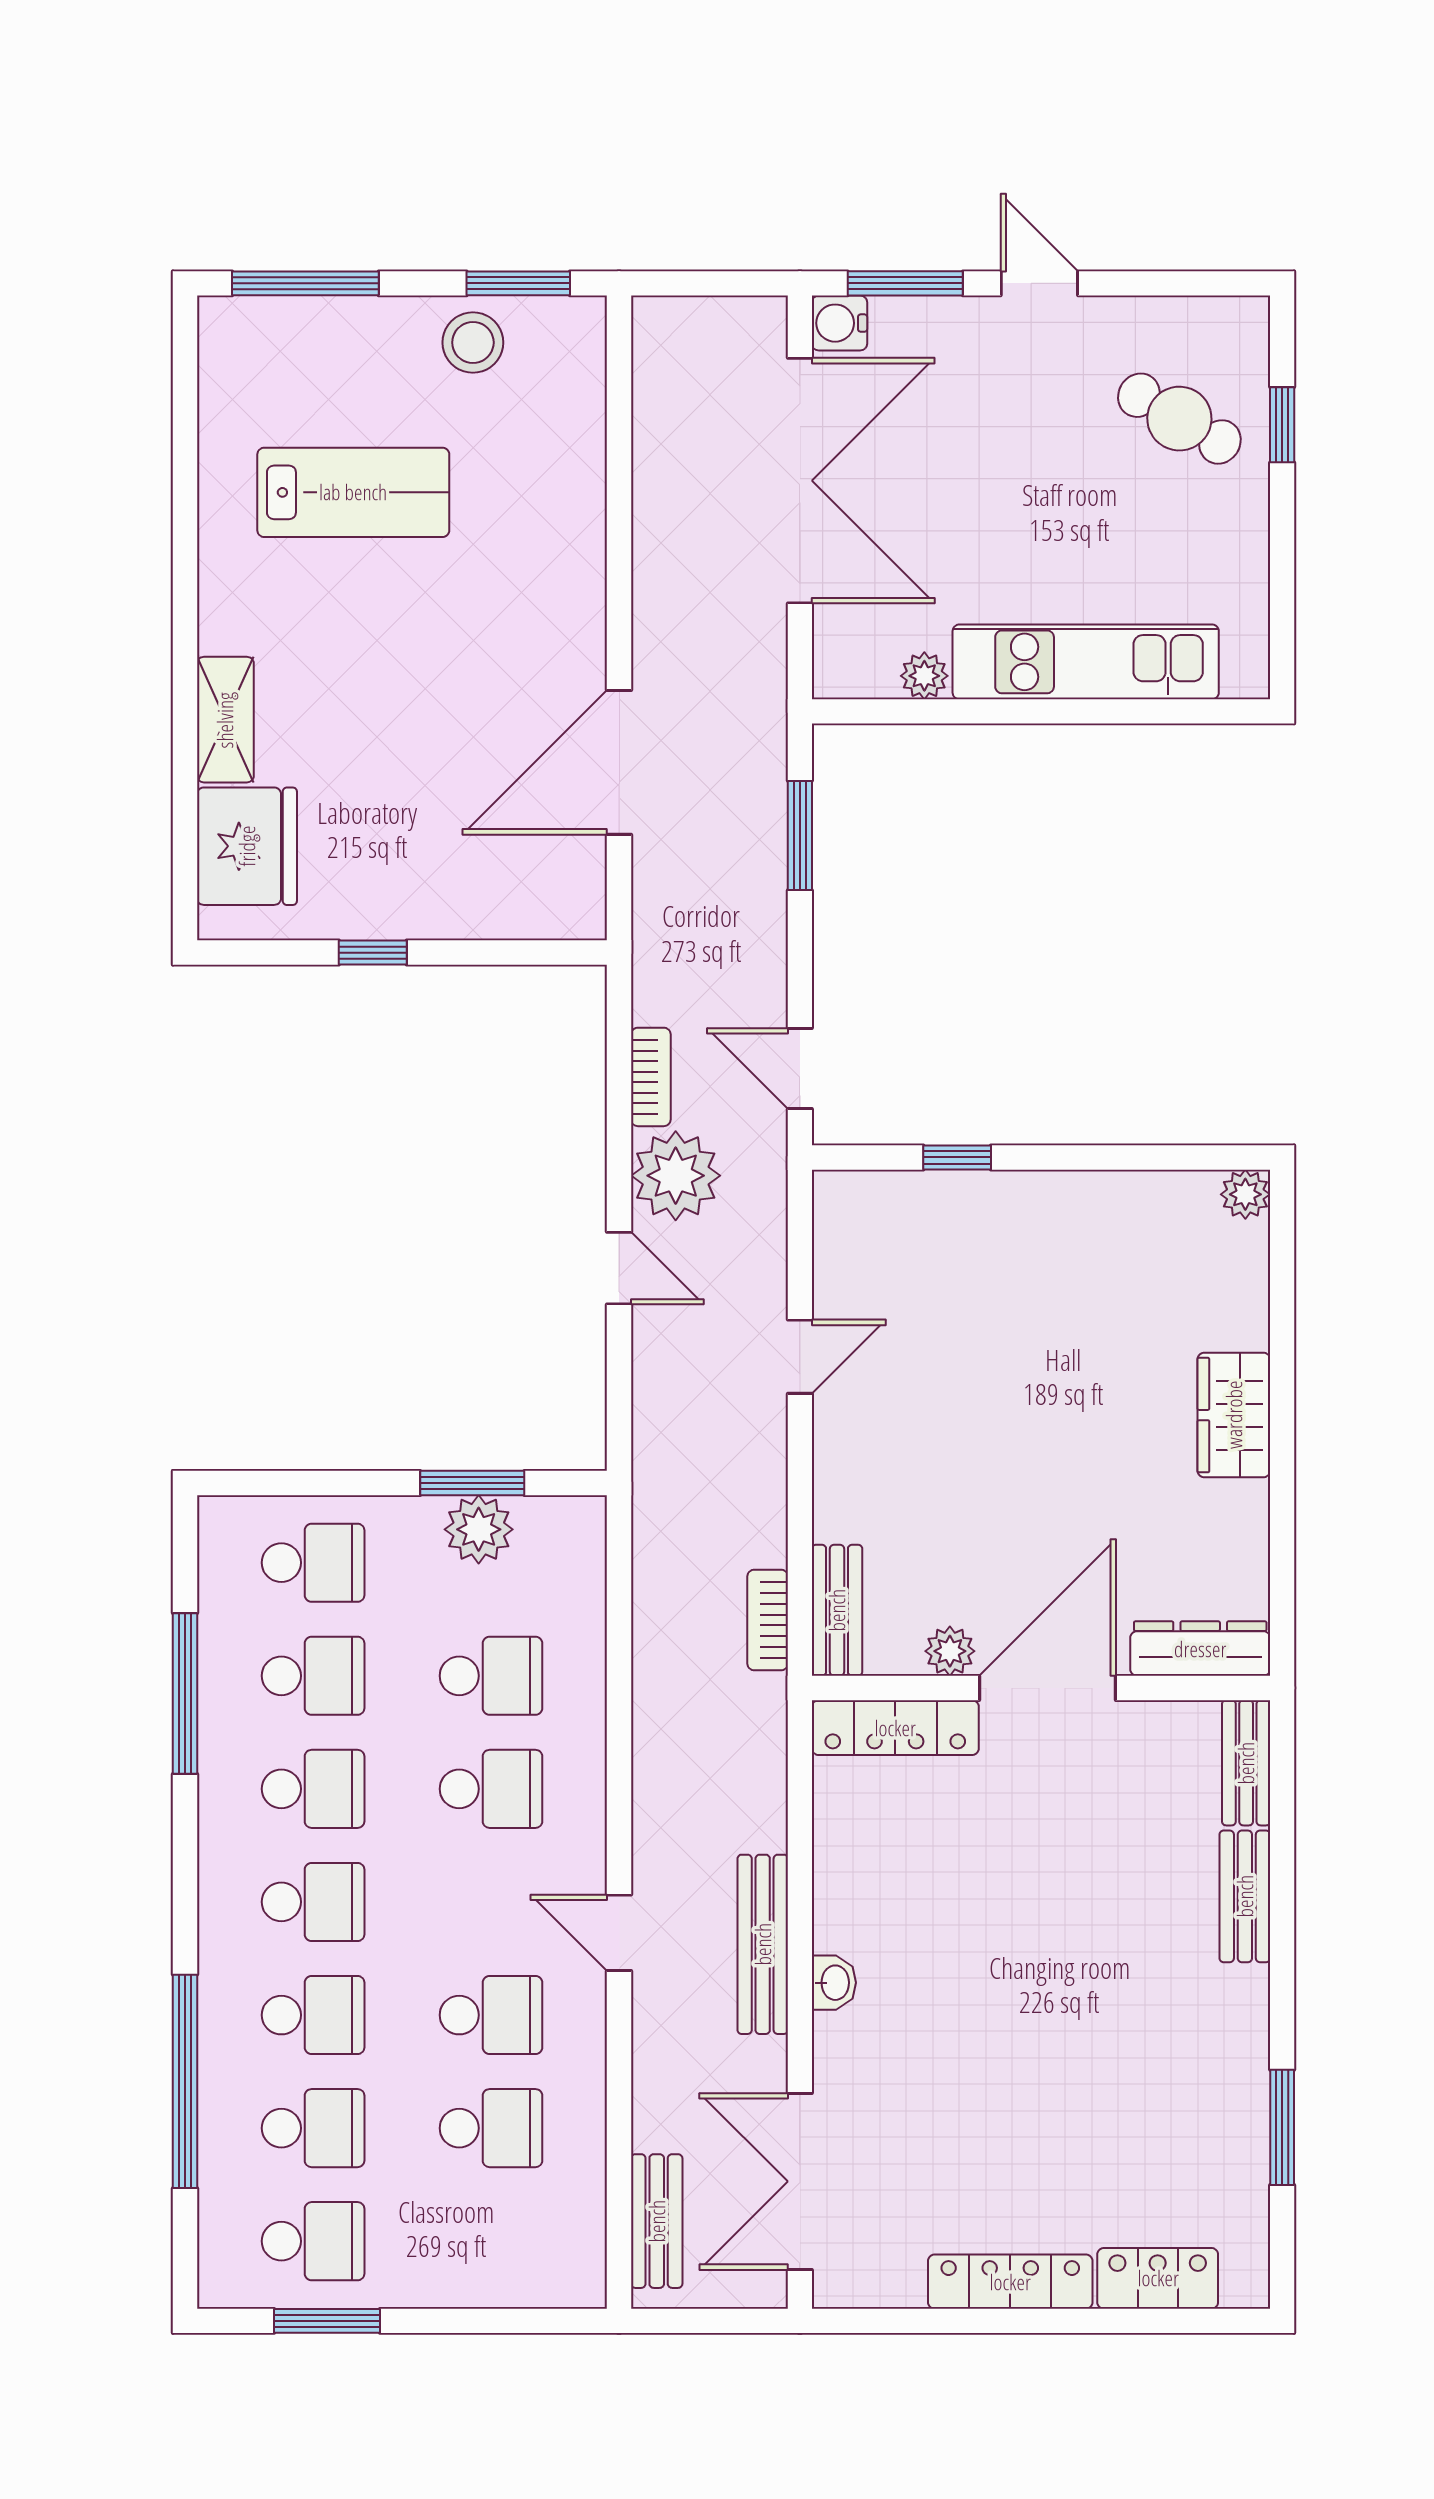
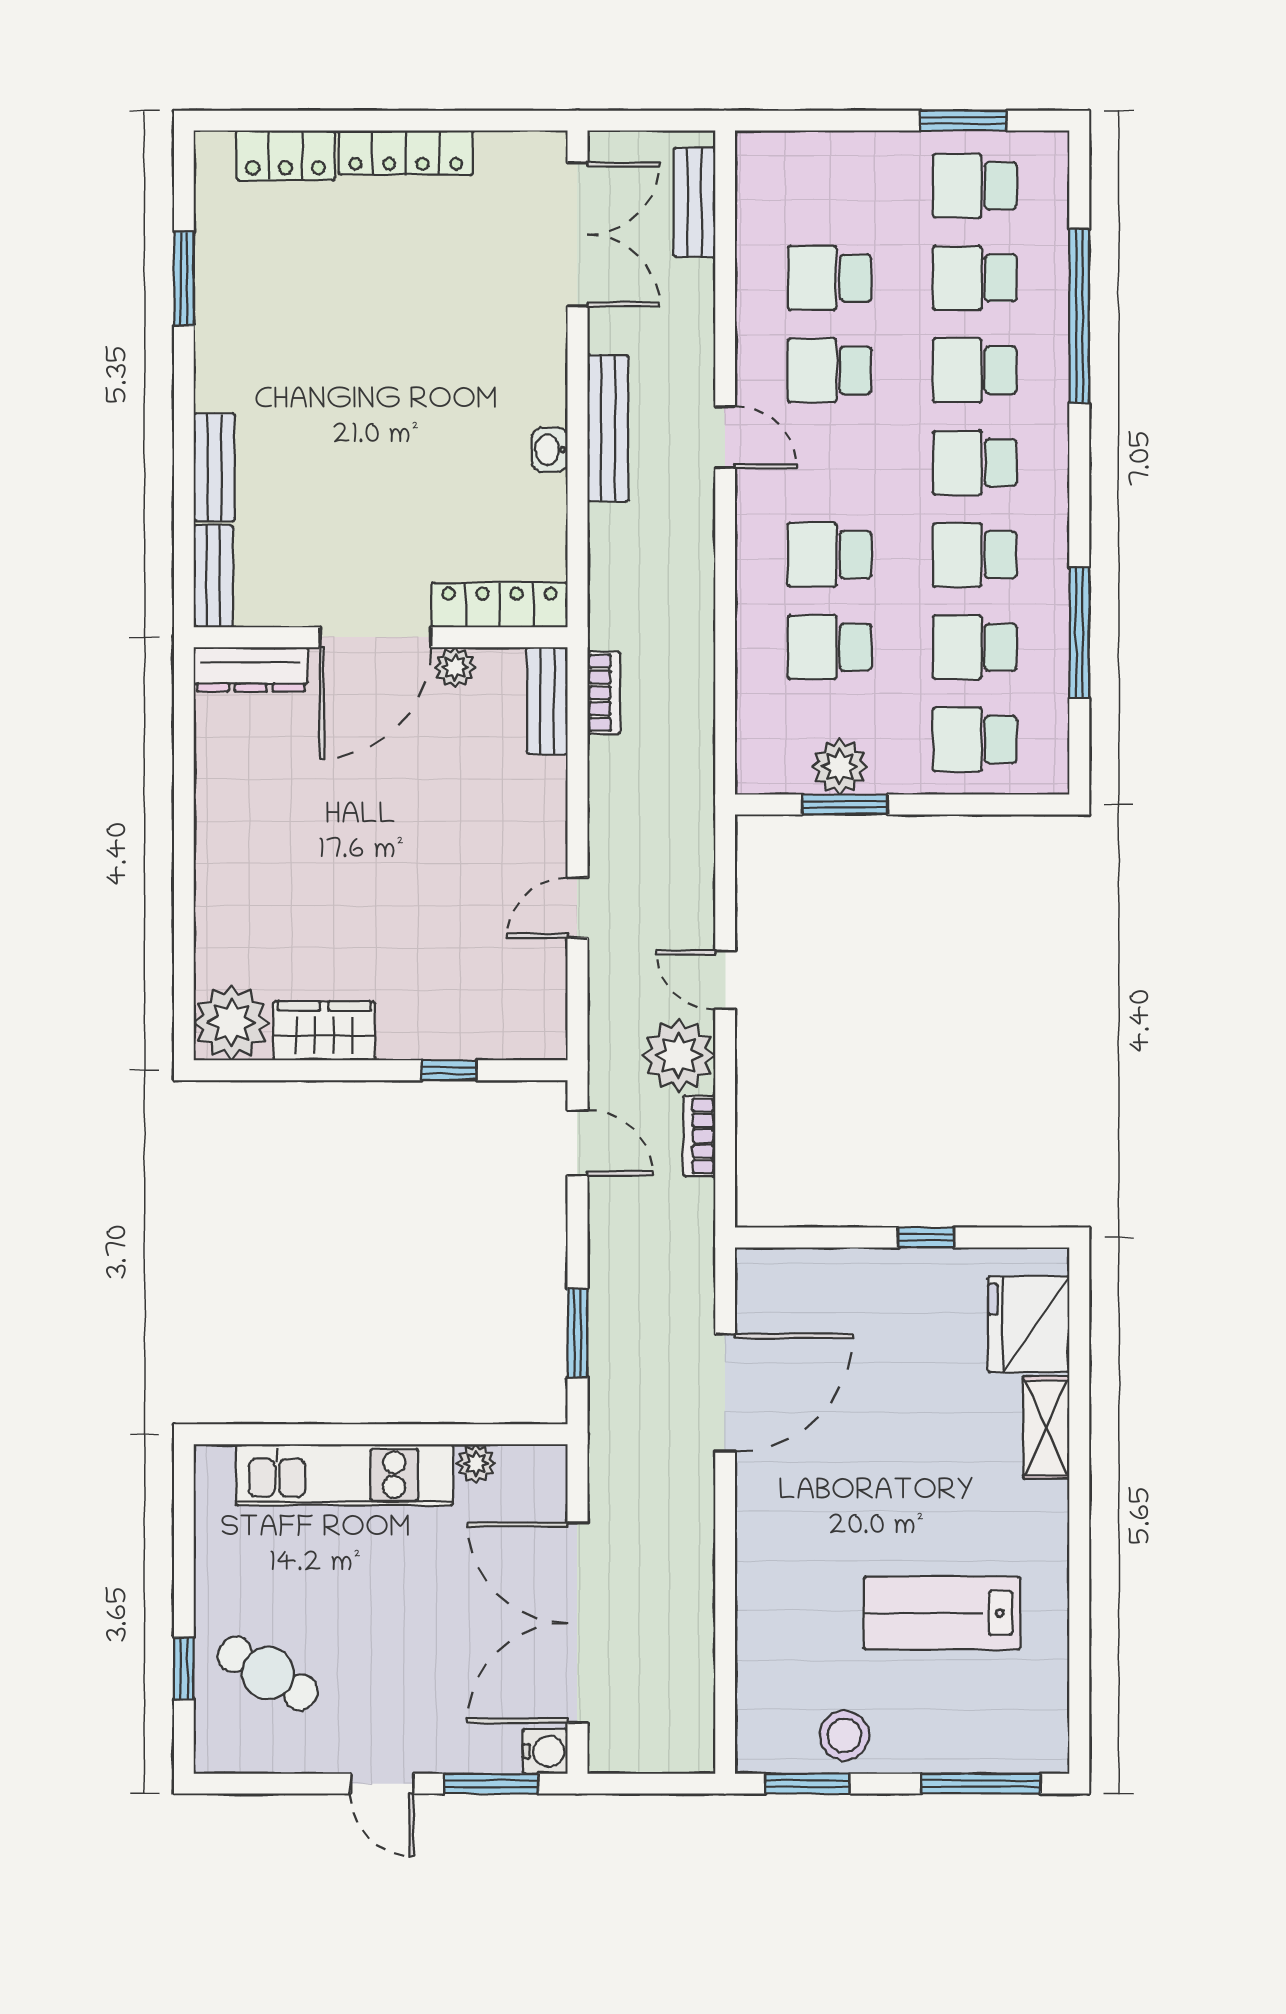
plant: (1245, 1194) -> (232, 1023), width x1.88, depth x1.88
wardrobe: (1234, 1415) -> (324, 1031), moved, turned -90
washbasin: (834, 1983) -> (550, 450), moved

